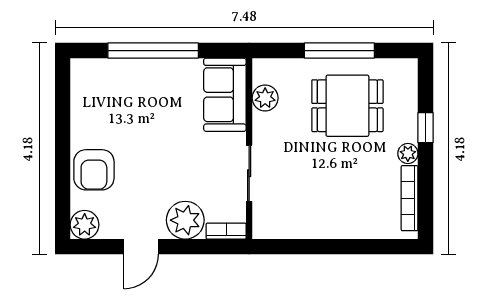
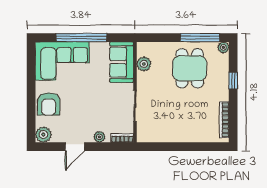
window: (339, 51) -> (200, 38), moved
corner sofa: (118, 93) -> (62, 61), added
dining table: (347, 106) -> (190, 68), turned 90
plant: (408, 153) -> (223, 47), moved
plant: (185, 220) -> (99, 137), width x0.53, depth x0.53

